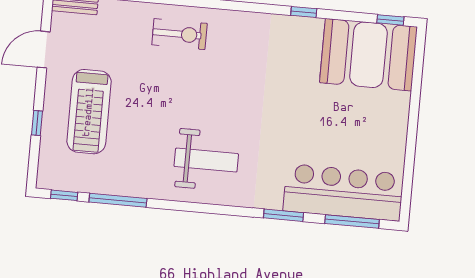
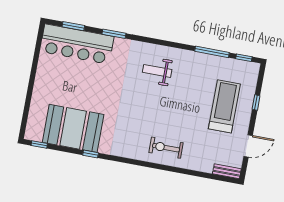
booth: (368, 55) -> (73, 128), moved
weight bench: (206, 160) -> (157, 71), width x0.73, depth x0.75
window: (352, 221) -> (73, 26), width x0.69

